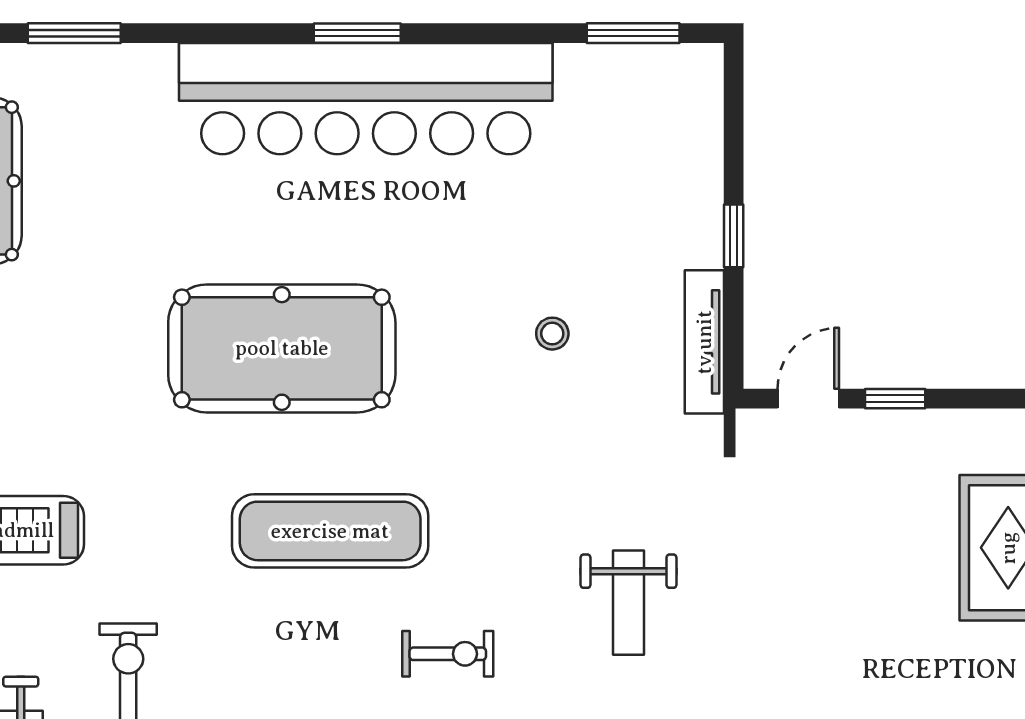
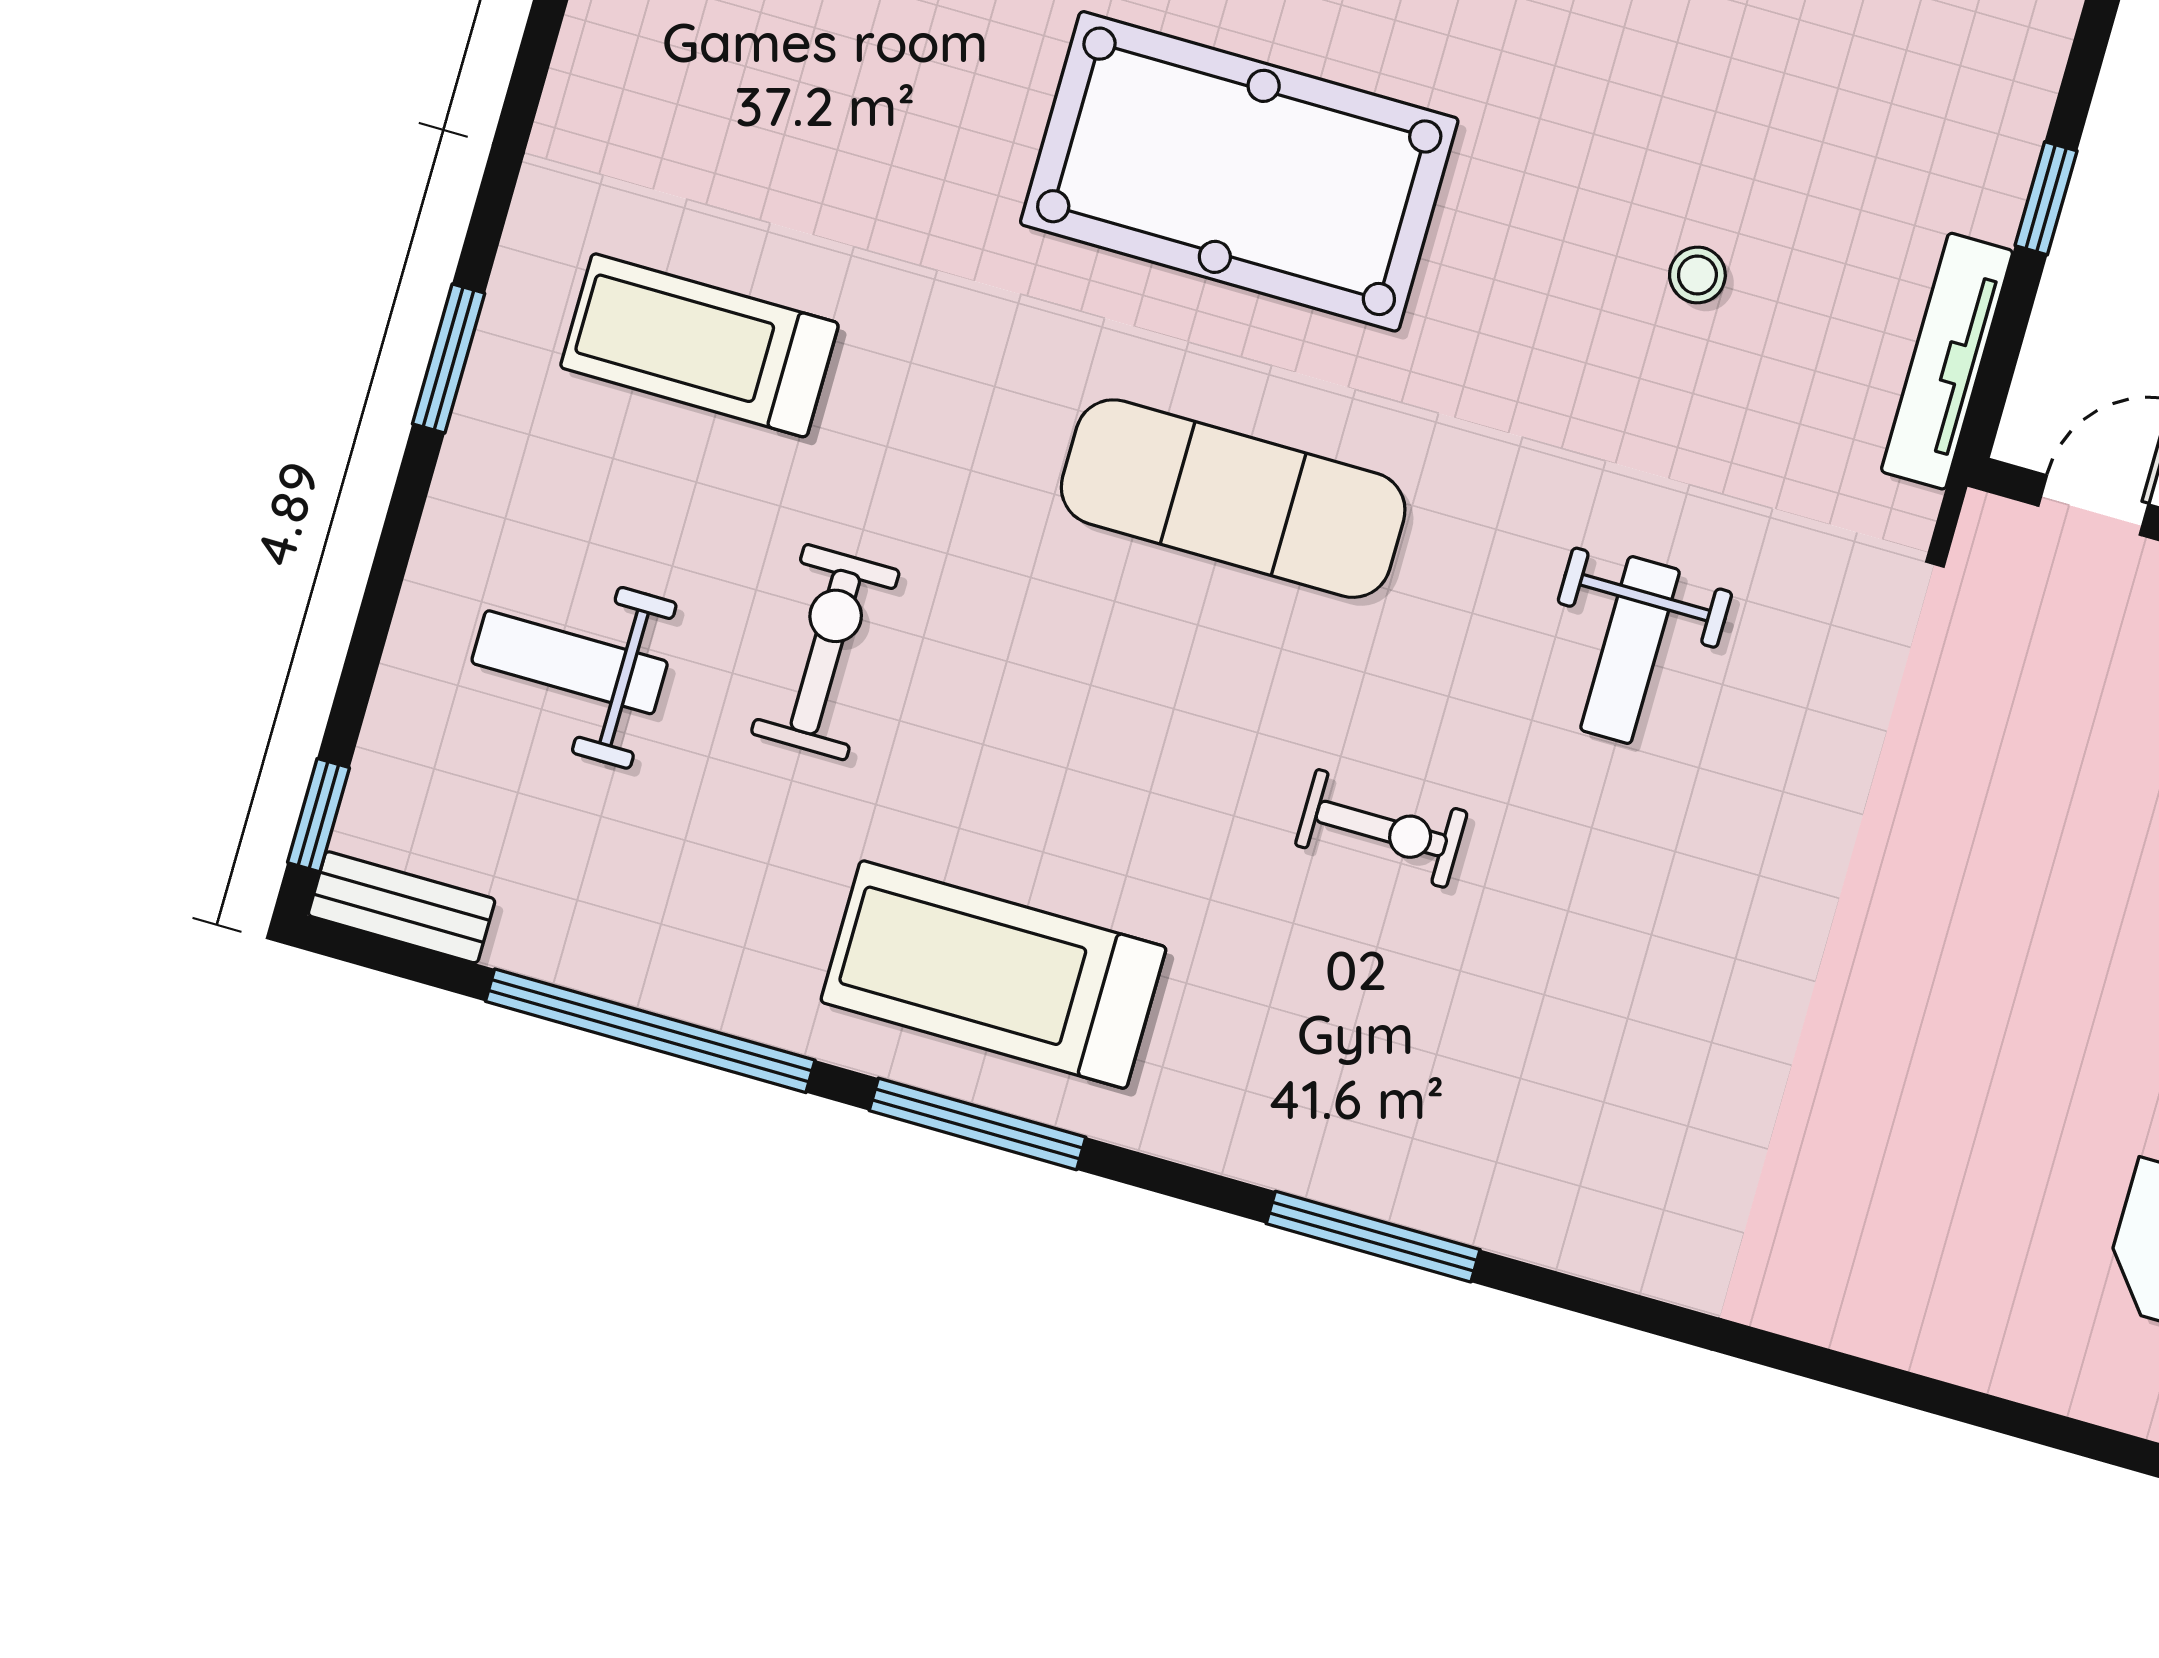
weight bench: (628, 603) -> (1630, 650), moved
exercise bike: (448, 654) -> (1381, 829), moved

